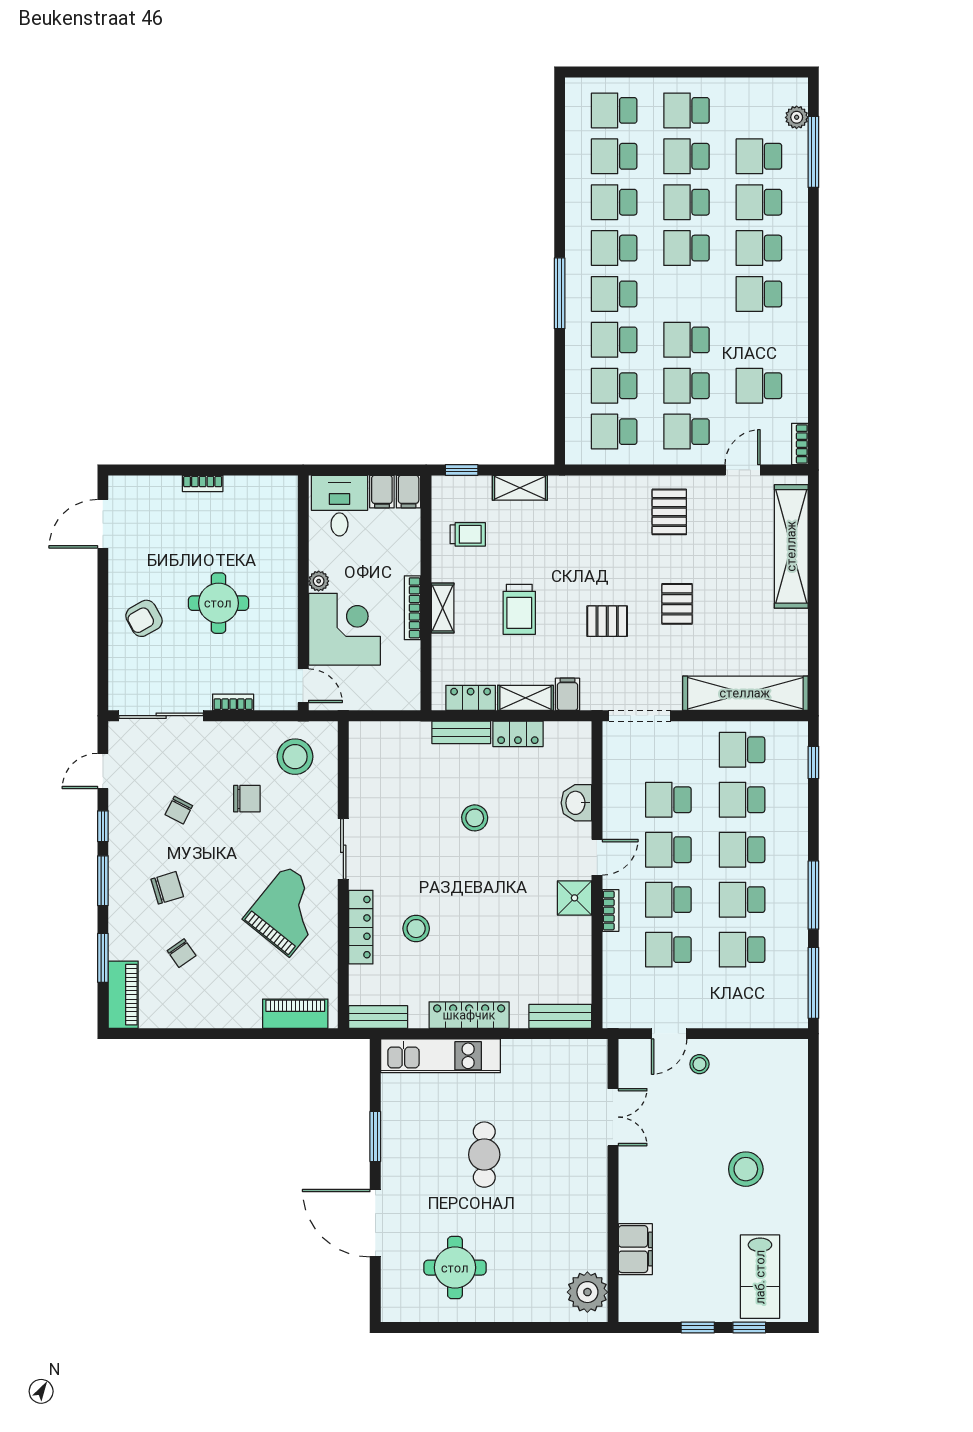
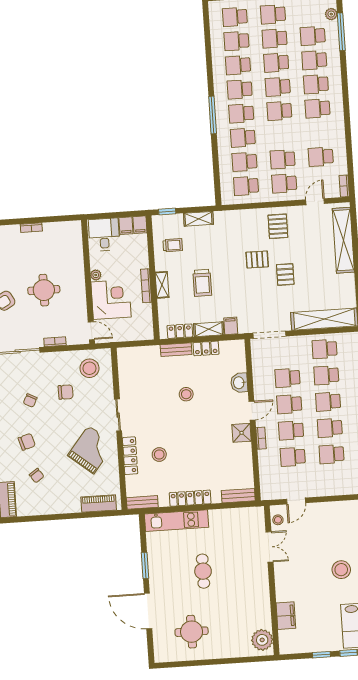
school desk: (687, 340) -> (279, 111), moved
pallet: (607, 621) -> (257, 260), moved
stool: (699, 1064) -> (278, 520), moved

